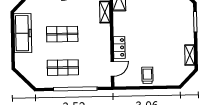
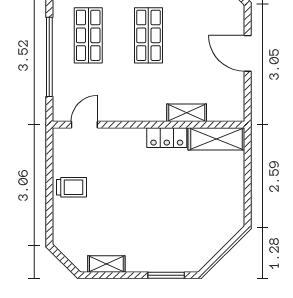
locker: (119, 47) -> (167, 138), moved
door: (112, 69) -> (84, 125), swing flipped

